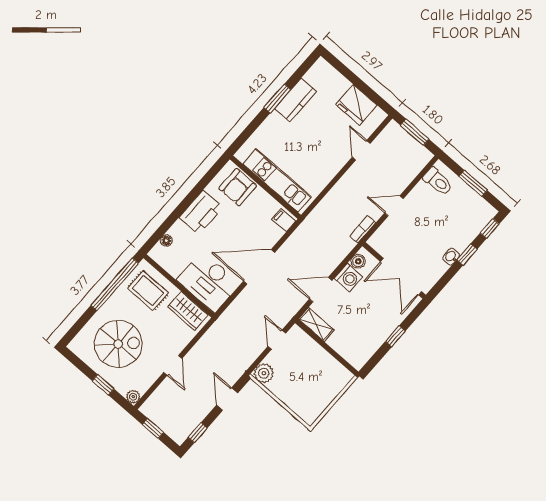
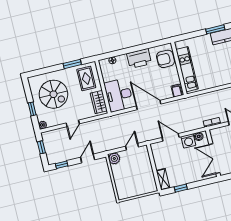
window: (115, 284) -> (72, 64), width x0.47
shelving: (316, 325) -> (163, 179), moved
window: (395, 336) -> (181, 188), moved

